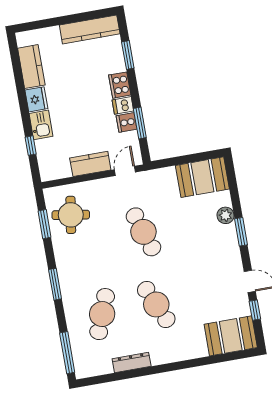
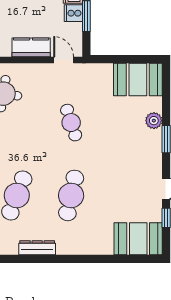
door: (125, 171) -> (64, 60), hinge flipped
cafe table: (143, 232) -> (71, 123), width x0.73, depth x0.74
cafe table: (156, 304) -> (71, 195), turned 36

